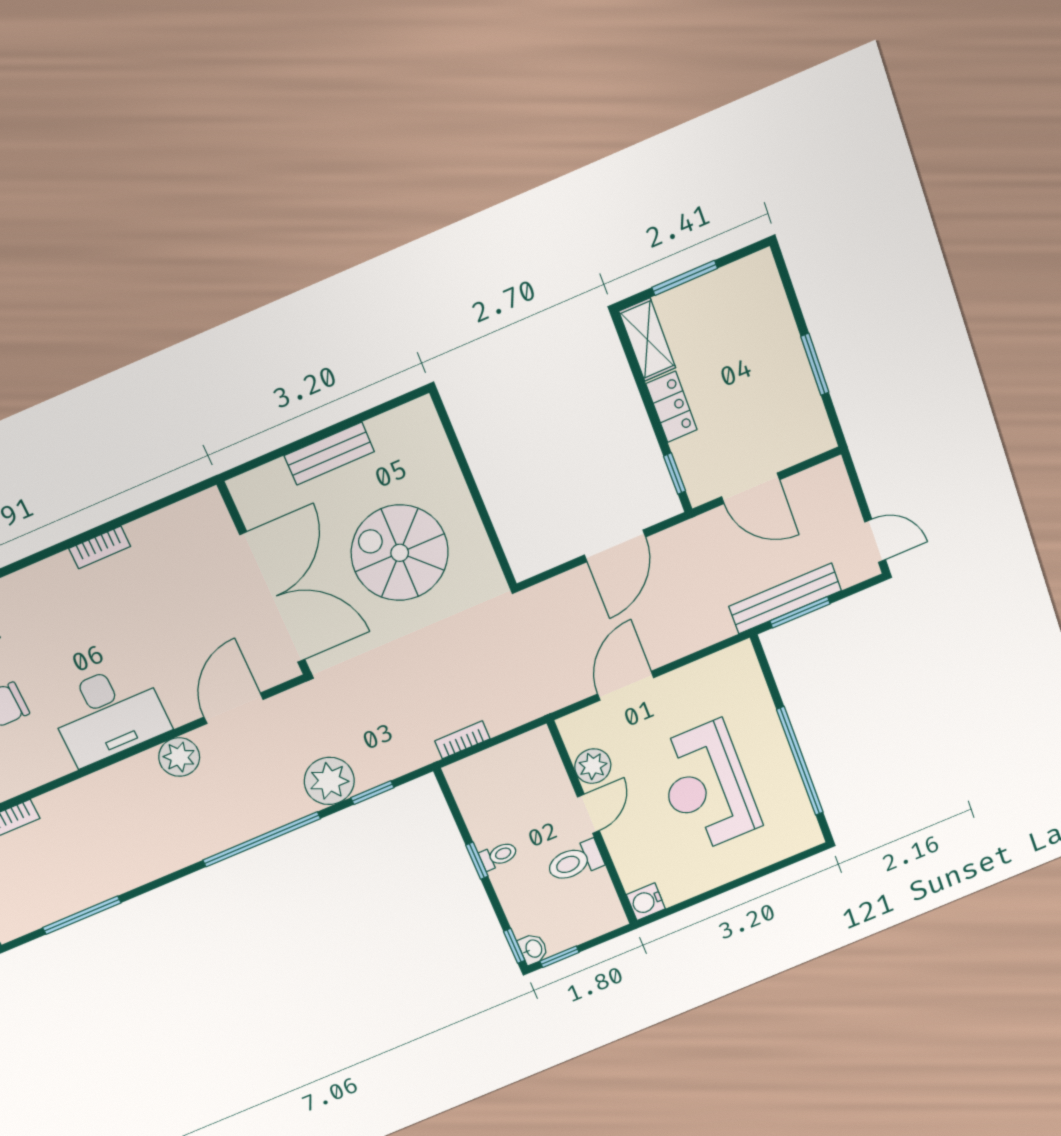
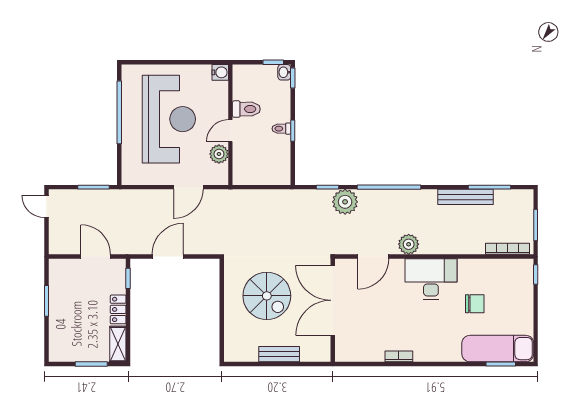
bench: (785, 598) -> (466, 197), moved
bookcase: (462, 740) -> (275, 194), removed
reception desk: (706, 787) -> (169, 119), width x1.36, depth x1.30

